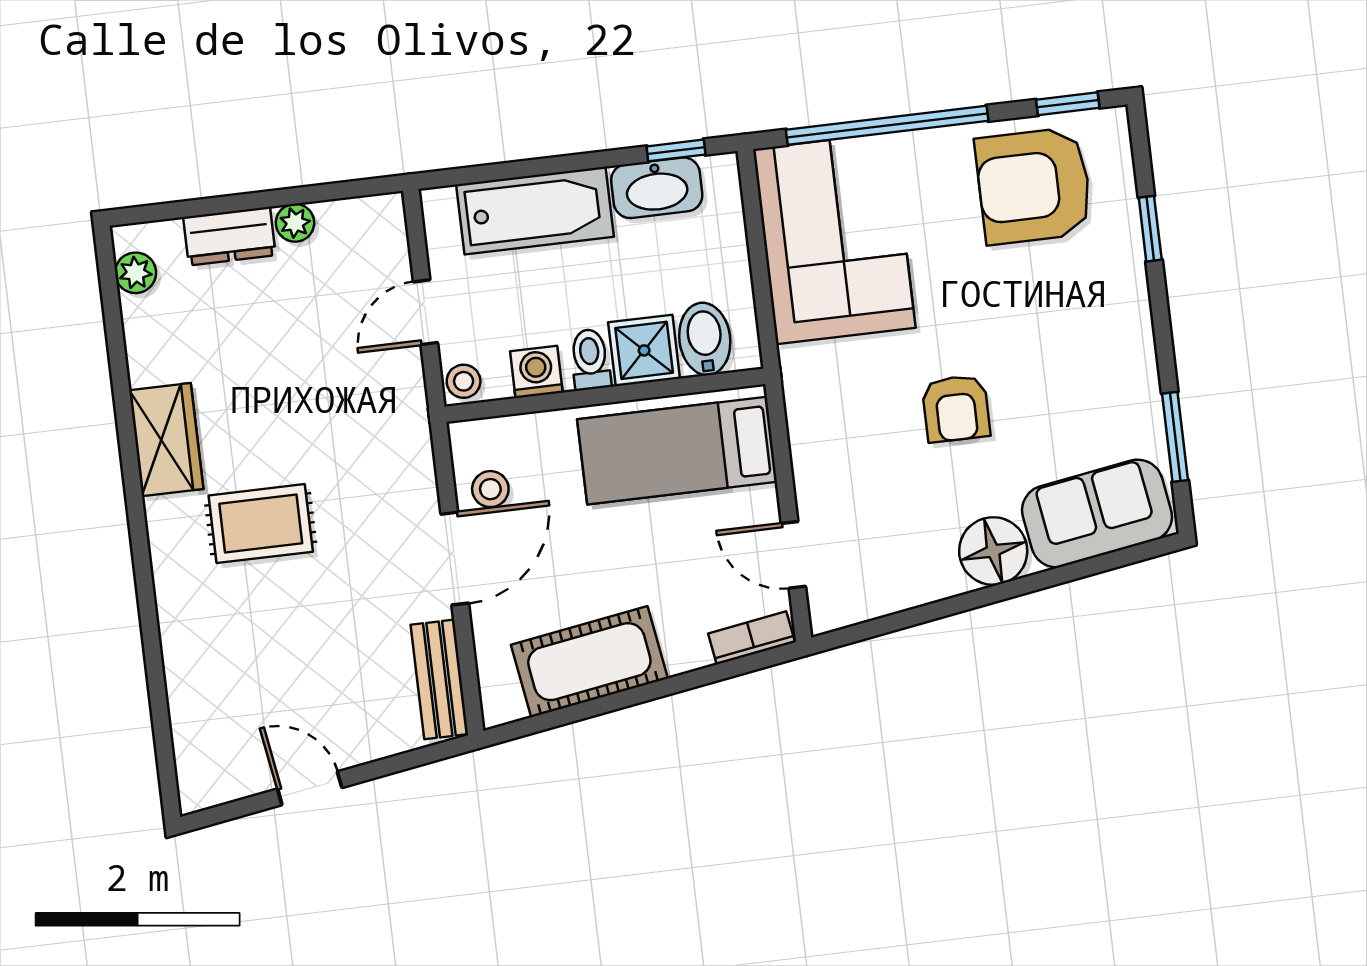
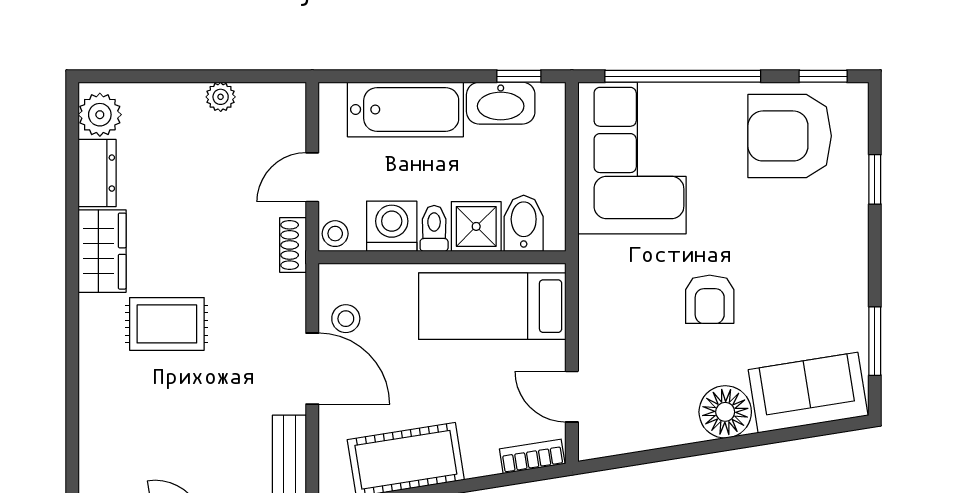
dresser: (229, 236) -> (97, 173), moved, turned -90
plant: (136, 273) -> (100, 115), width x1.38, depth x1.38
washing machine: (536, 372) -> (392, 226), width x1.38, depth x1.38
shoe rack: (411, 402) -> (293, 245), added
door: (455, 559) -> (312, 369), hinge flipped

